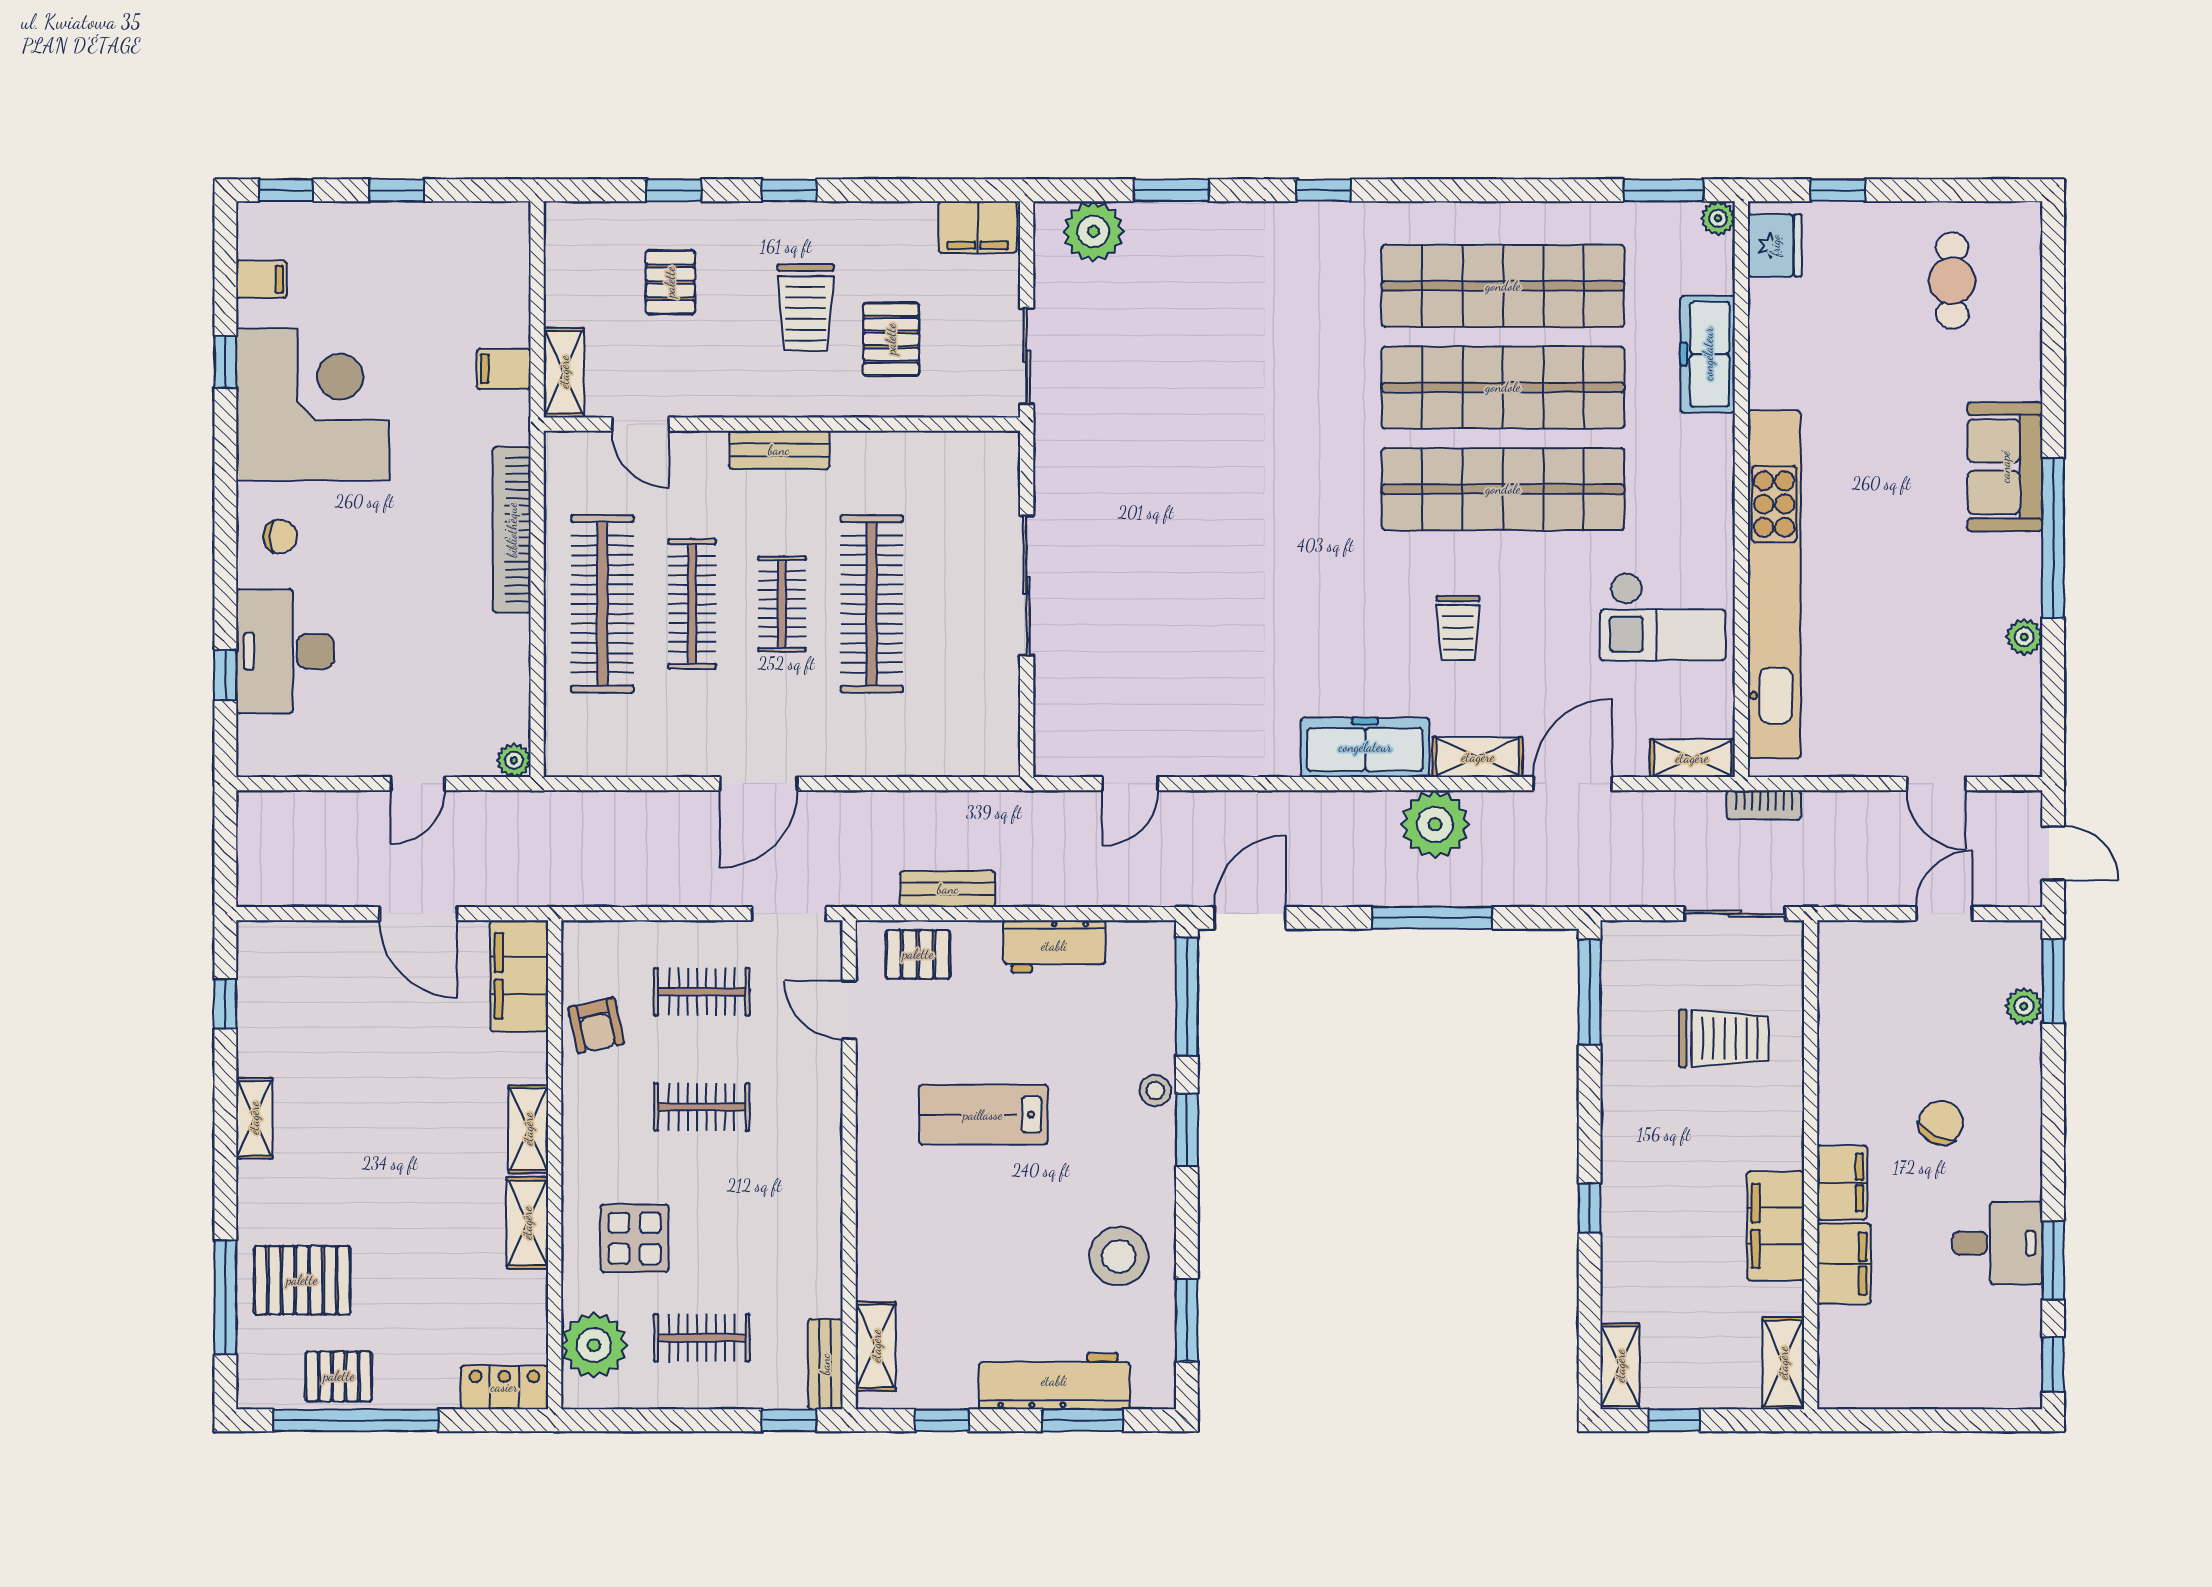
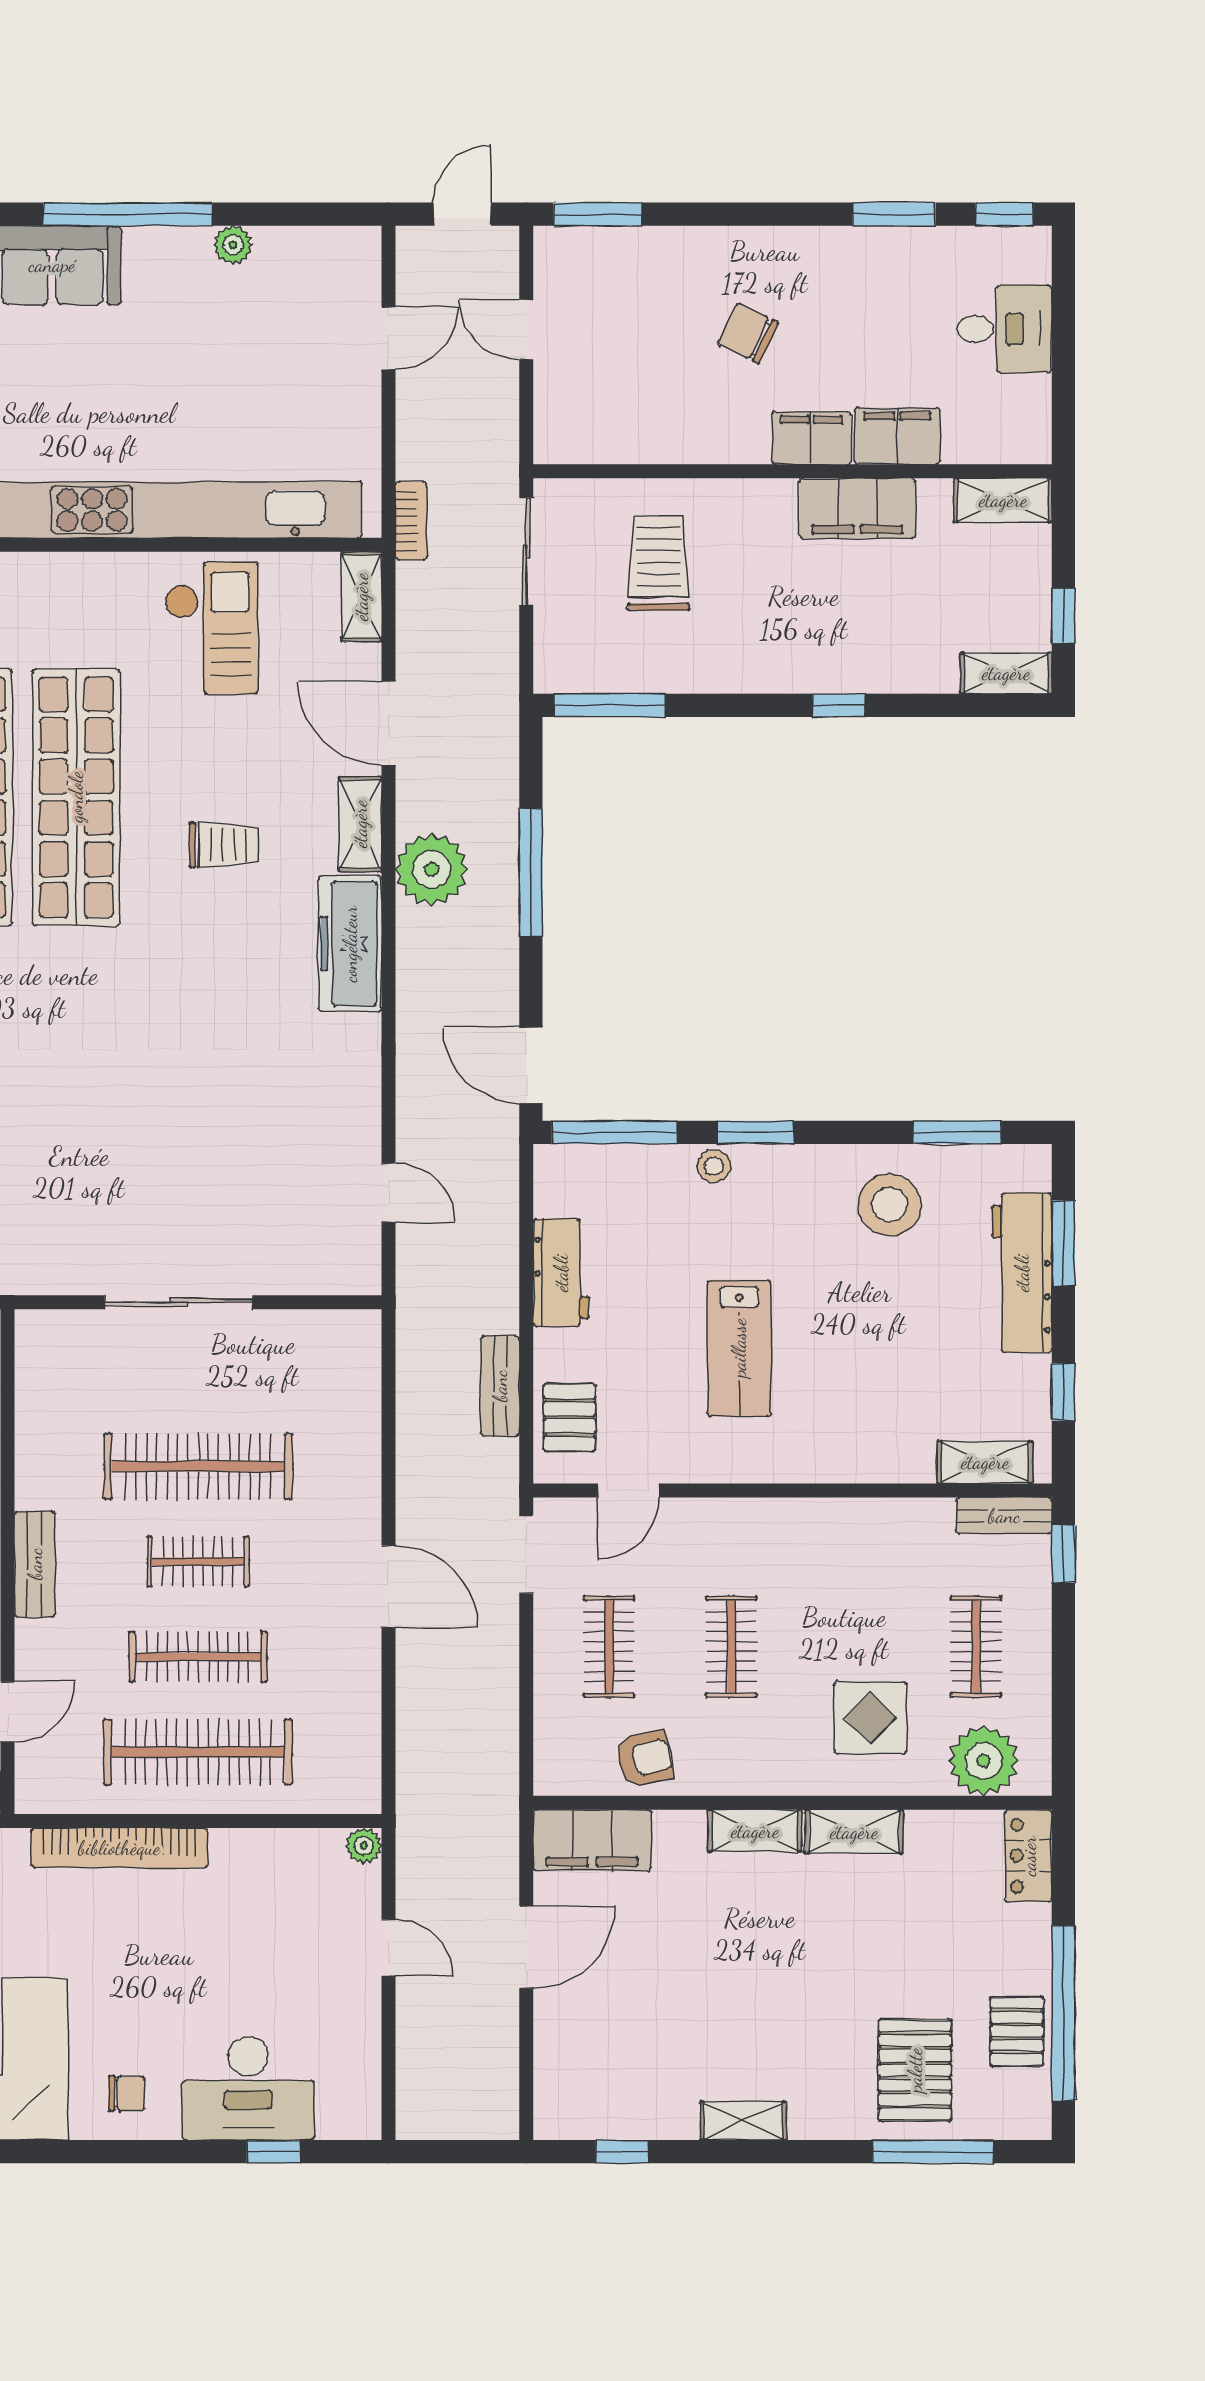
chair: (280, 537) -> (127, 2093), turned 90
plant: (2024, 1006) -> (624, 245), removed
desk: (1997, 1243) -> (1004, 329), moved, turned 90

